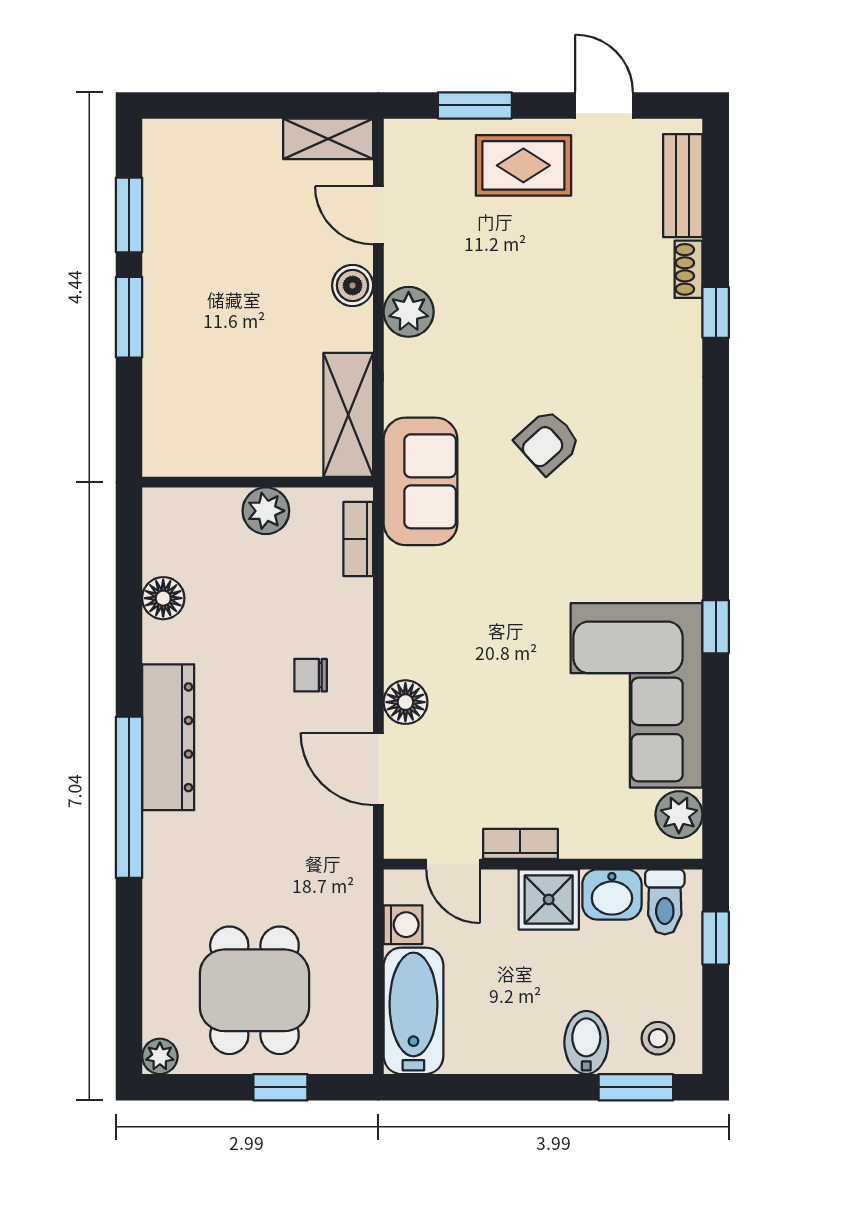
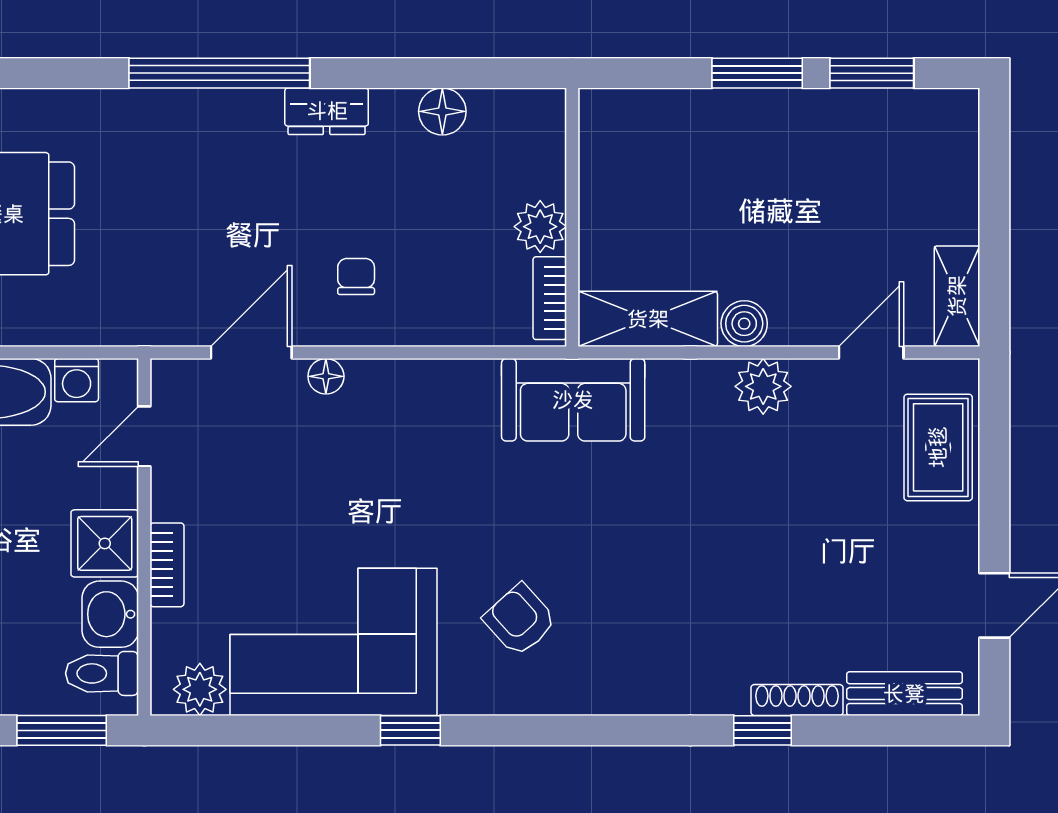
window: (475, 105) -> (994, 461), removed
rug: (523, 165) -> (938, 447), moved
shoe rack: (689, 269) -> (797, 700), width x1.43
boiler: (353, 285) -> (744, 324), moved
armchair: (548, 442) -> (520, 620), moved
bookcase: (358, 539) -> (550, 298), moved, turned -90
floor lamp: (405, 702) -> (326, 376), width x0.73, depth x0.73
dresser: (168, 737) -> (327, 111), width x0.51, depth x0.80
bookcase: (520, 844) -> (167, 565), moved
window: (716, 938) -> (62, 730), width x1.50

